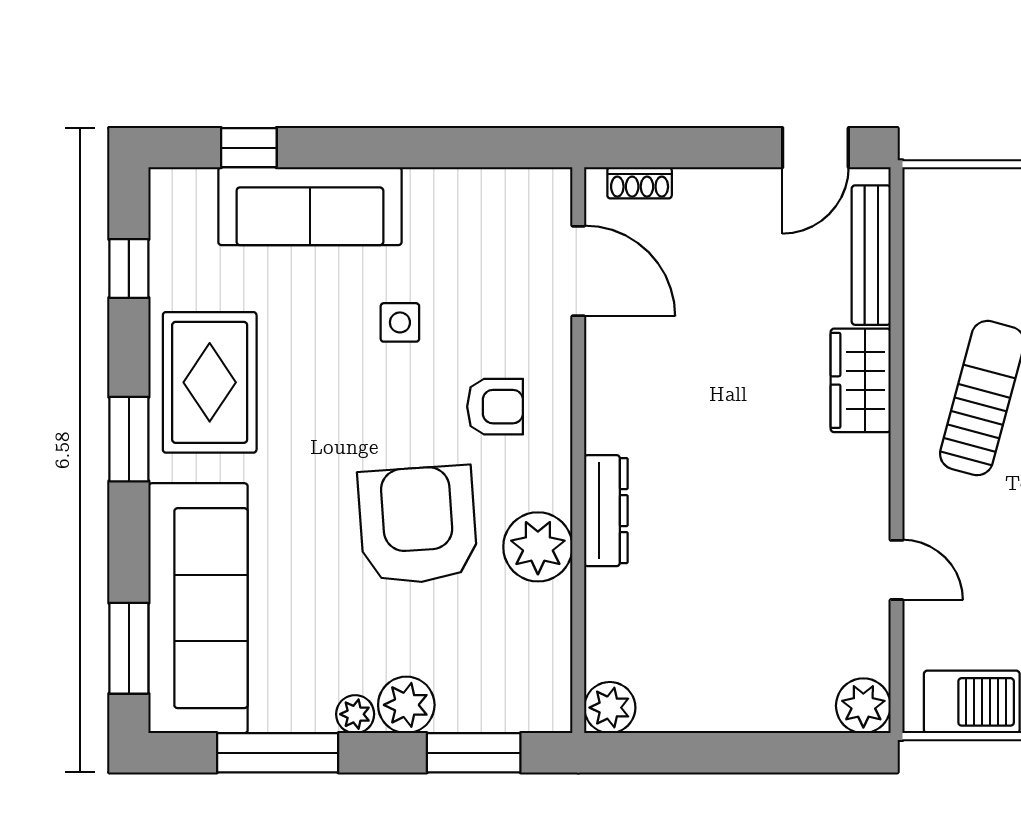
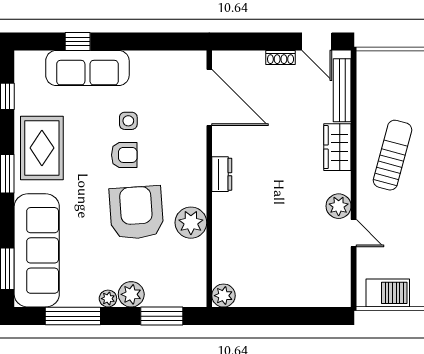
window: (249, 148) -> (78, 41), moved
door: (815, 148) -> (317, 41), hinge flipped
shoe rack: (640, 183) -> (281, 57), moved
door: (578, 271) -> (209, 97), width x1.36
armchair: (495, 407) -> (124, 155), moved
dresser: (606, 511) -> (222, 174), moved, width x0.70
plant: (863, 706) -> (339, 206), moved

